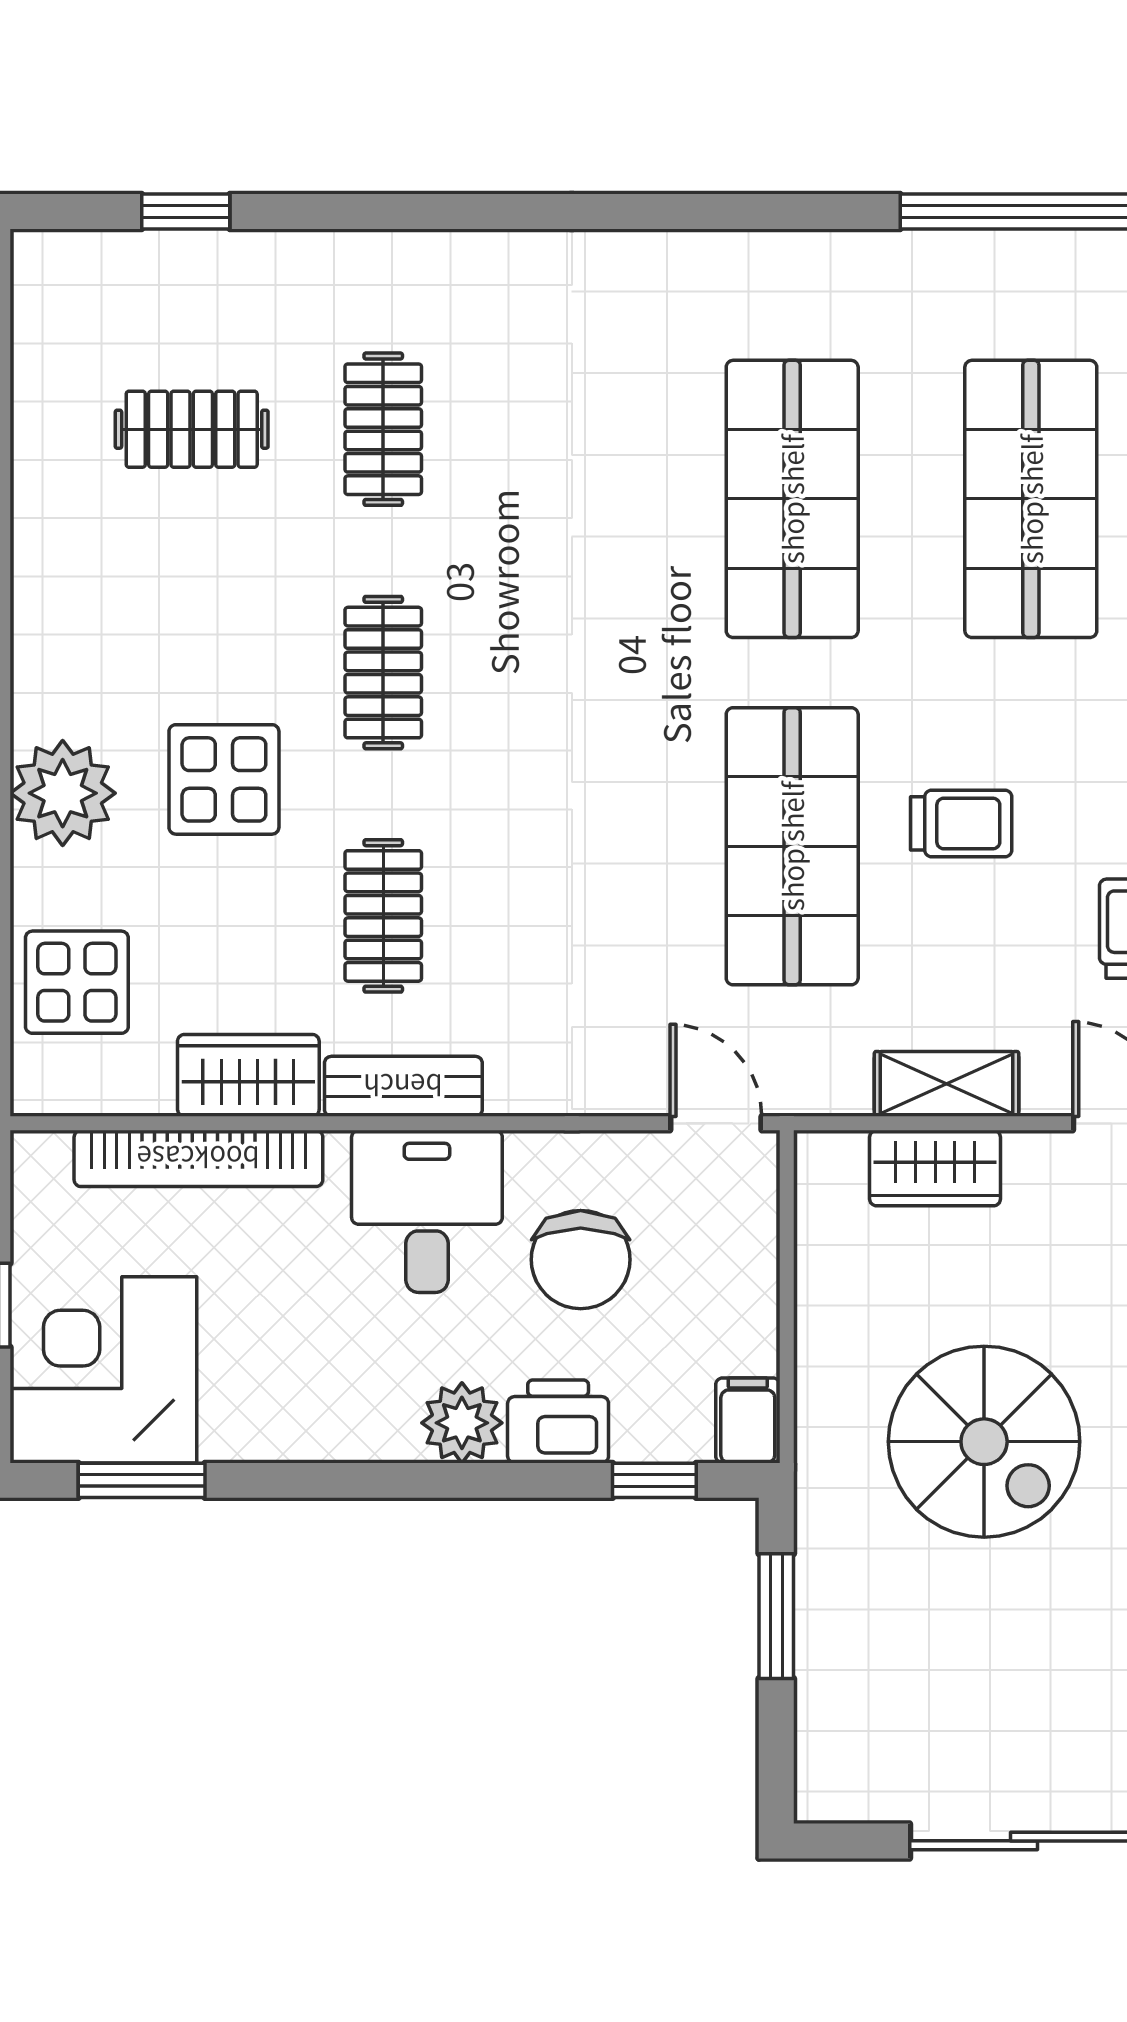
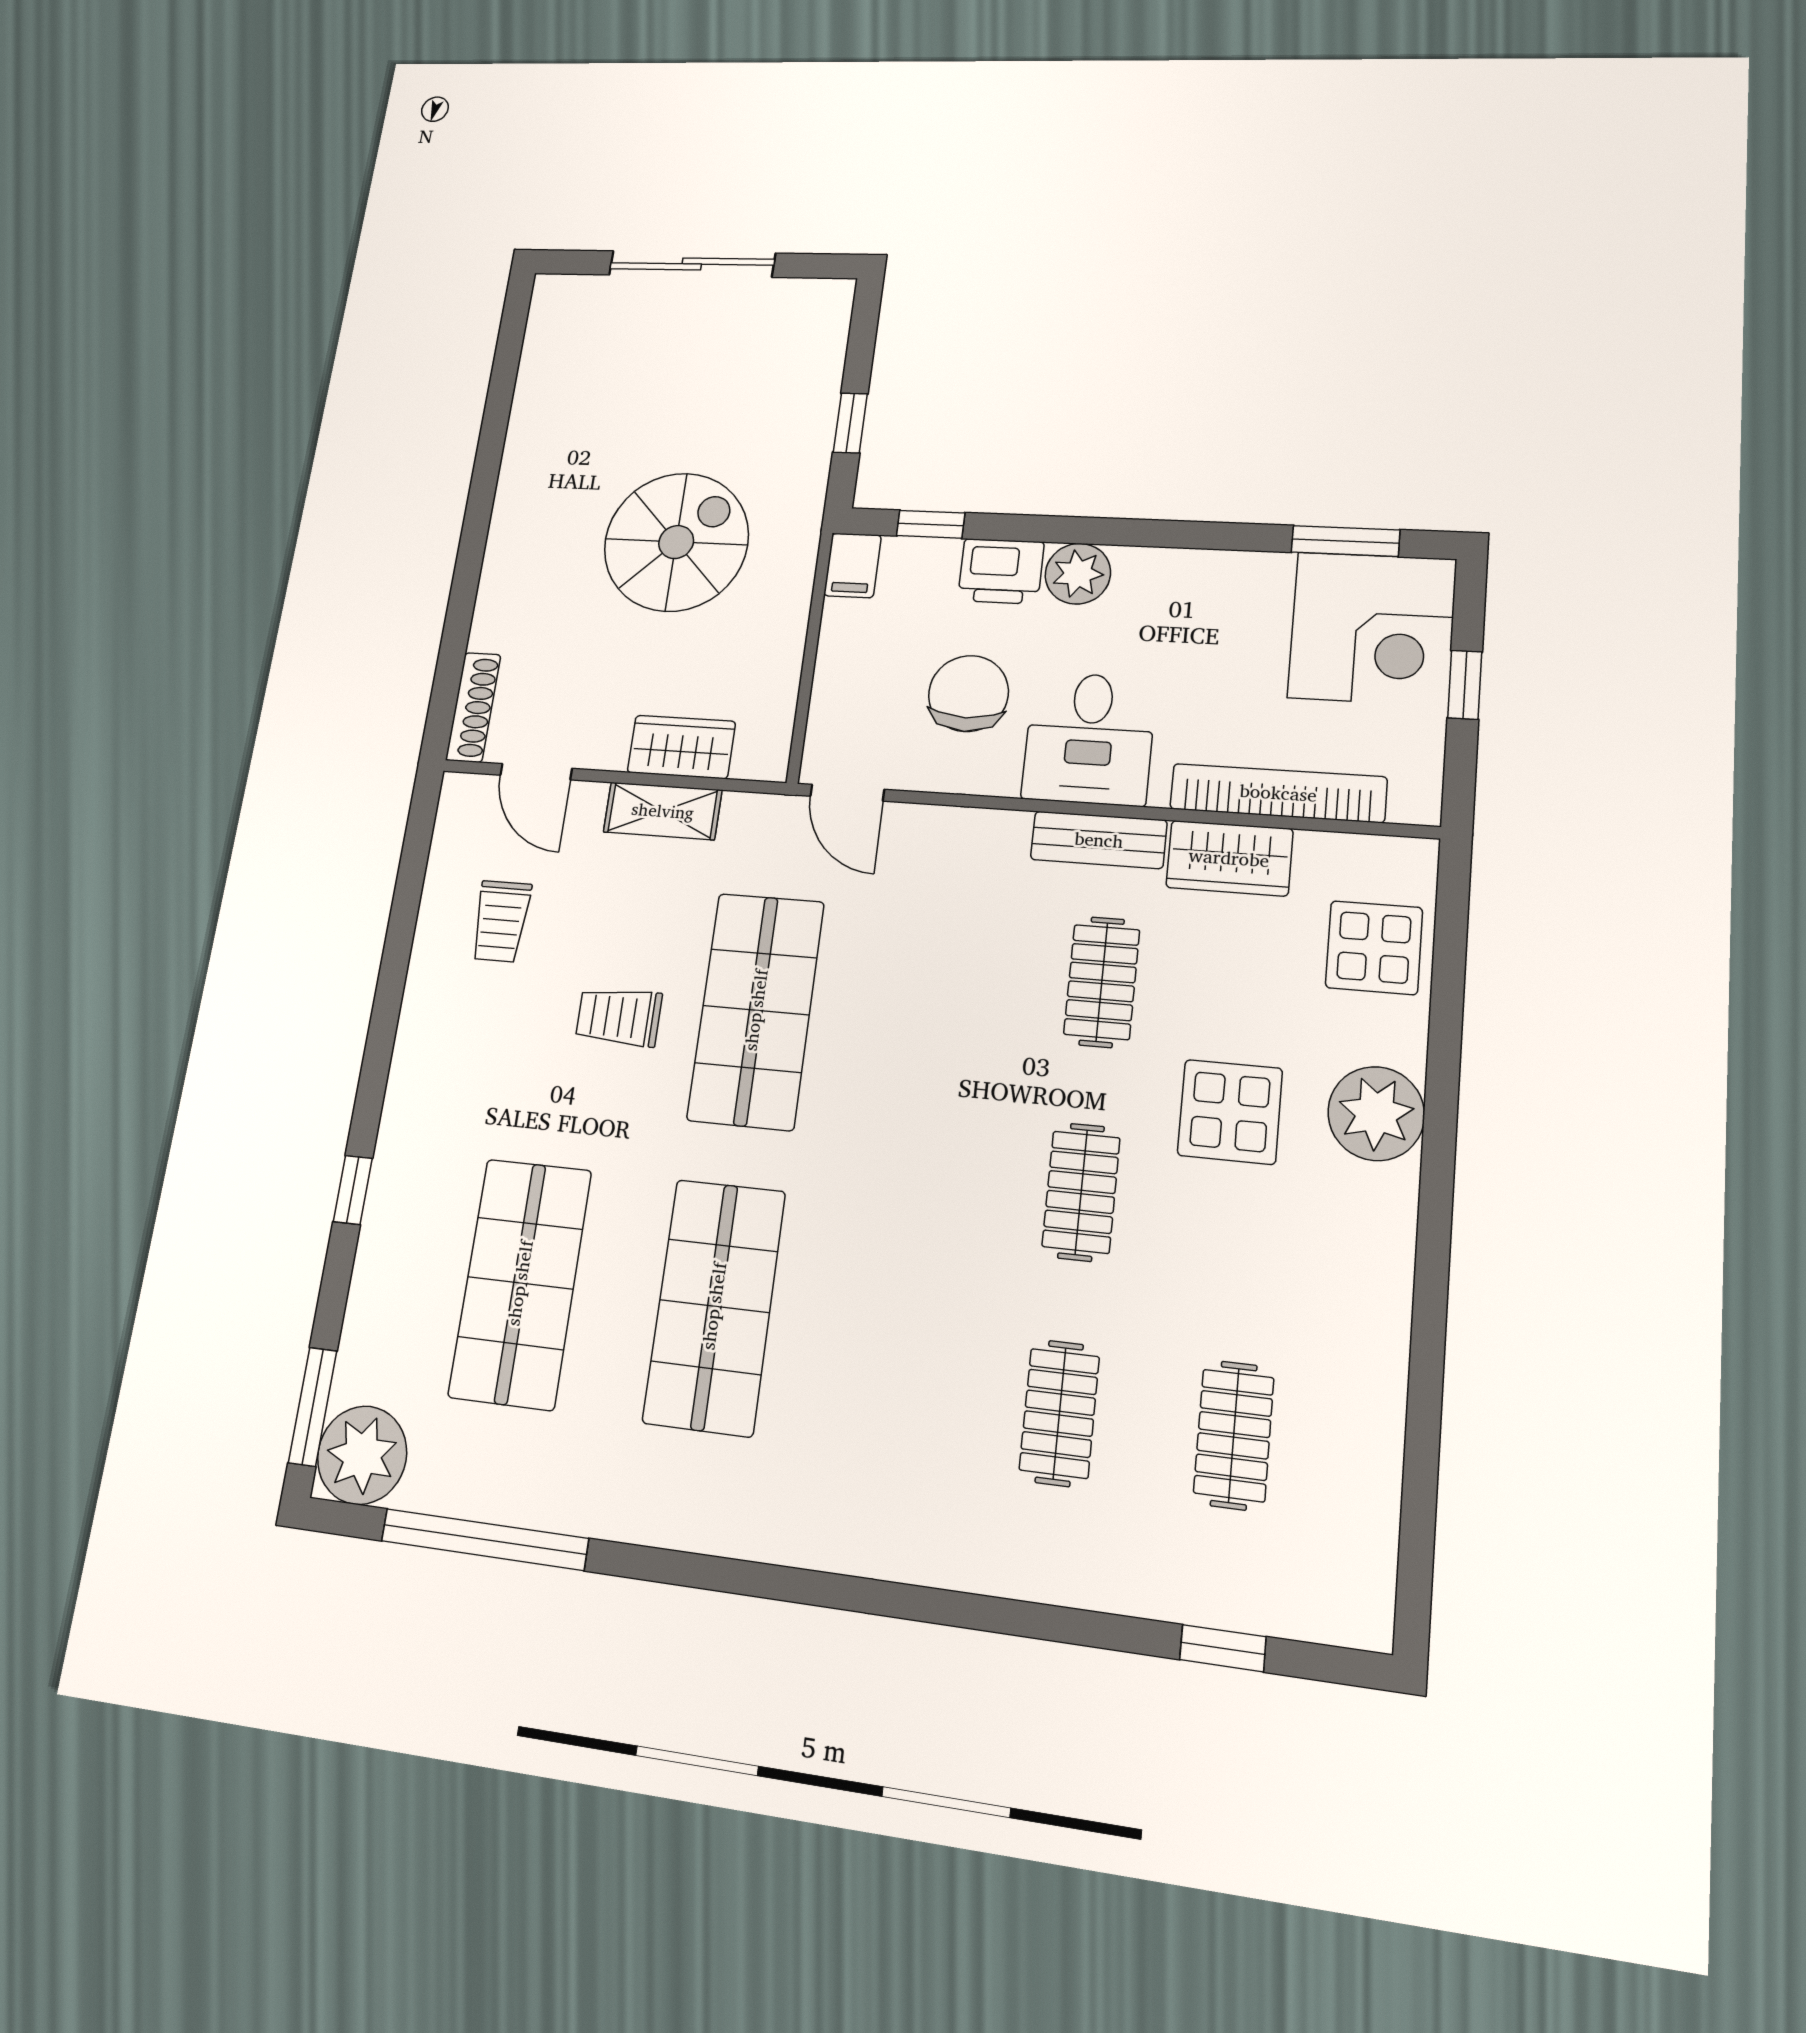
clothes rail: (192, 429) -> (1234, 1435), turned 90
spiral stairs: (984, 1442) -> (676, 542), turned 90
window: (776, 1616) -> (850, 423), width x0.67

